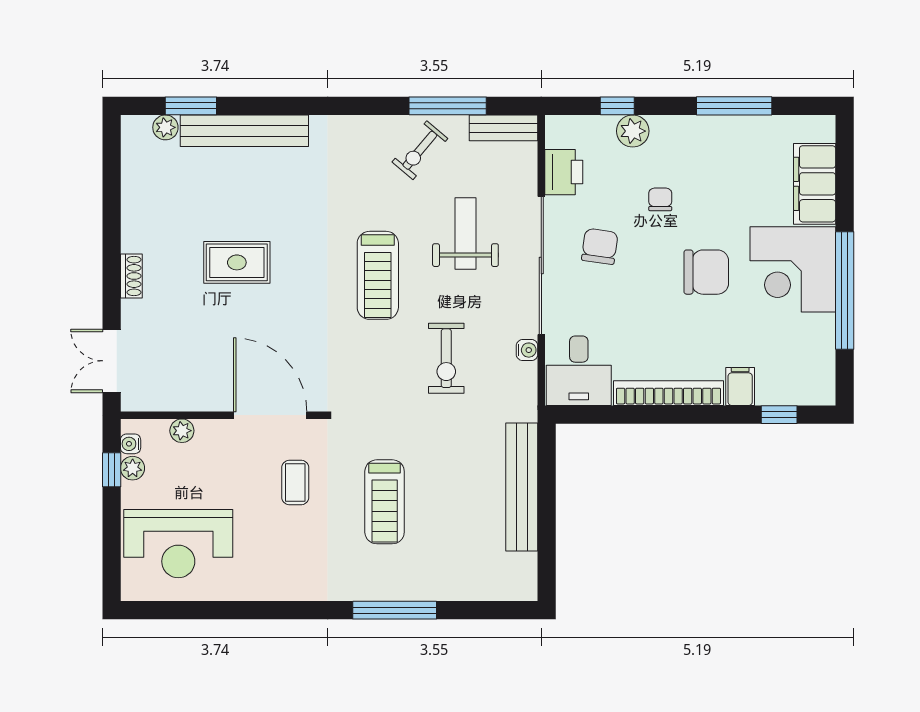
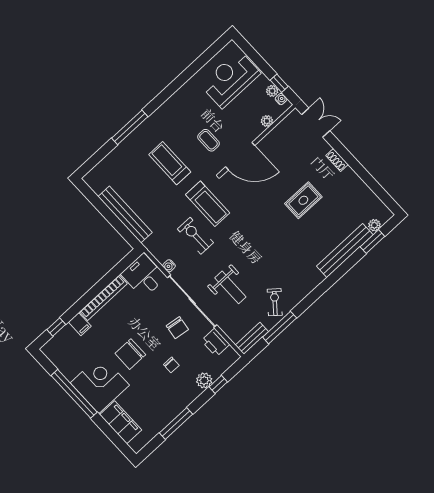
treadmill: (378, 275) -> (208, 204), moved, turned 180

